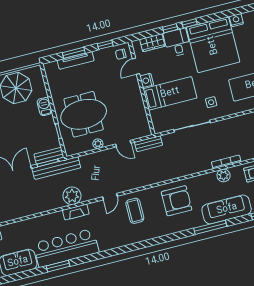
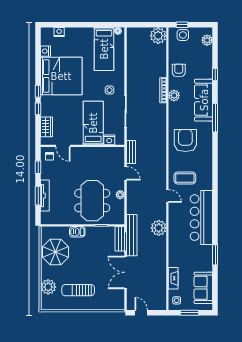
desk: (177, 43) -> (52, 106), removed
nightstand: (147, 80) -> (109, 140), moved
door: (123, 144) -> (126, 173), hinge flipped
fireplace: (76, 212) -> (173, 278), moved
bar counter: (66, 248) -> (201, 218), moved

